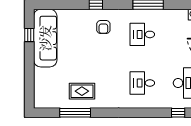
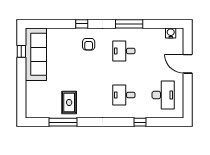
rug: (82, 91) -> (69, 102), turned 90
window: (178, 113) -> (140, 122), moved

